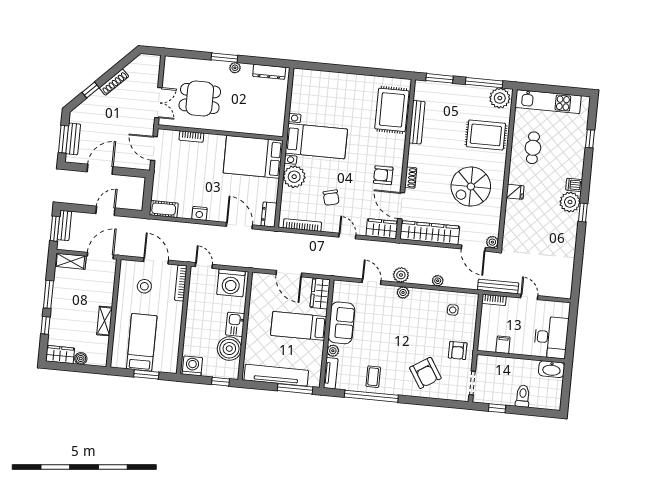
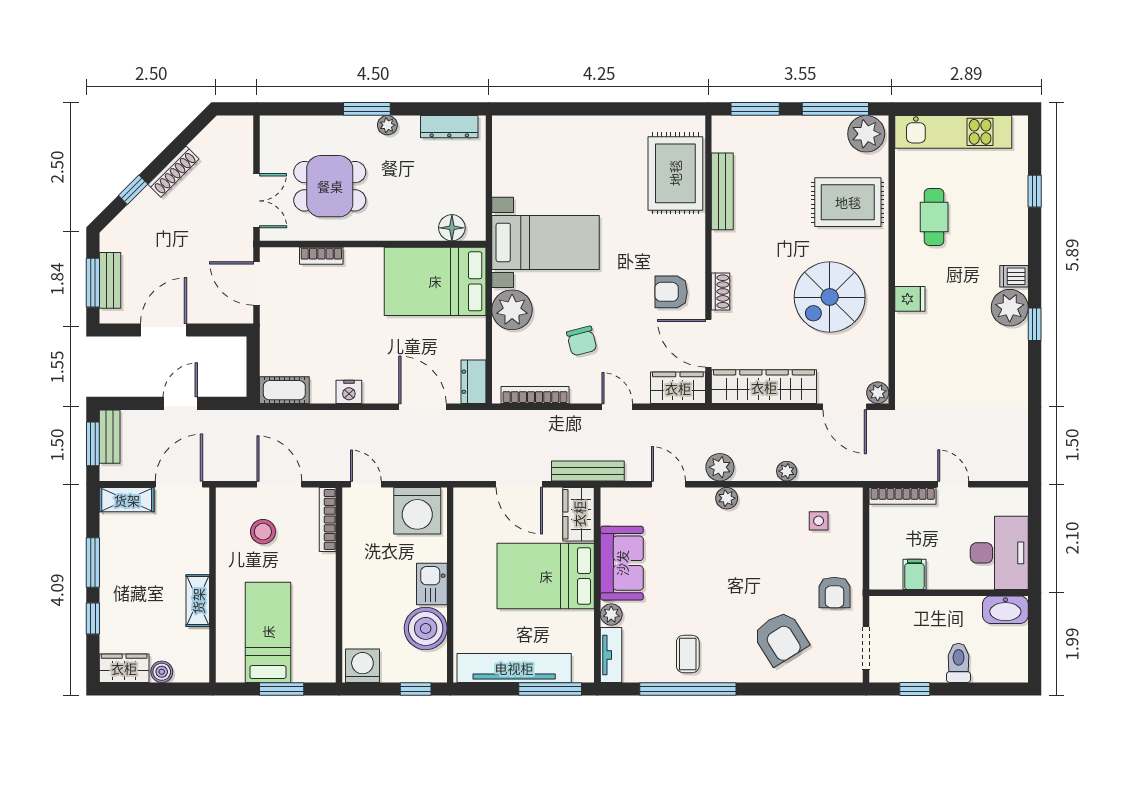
floor lamp: (265, 128) -> (452, 228), added
bench: (498, 286) -> (588, 471), moved
bookcase: (494, 300) -> (903, 496), width x1.56
bed: (299, 326) -> (546, 576), width x1.50

